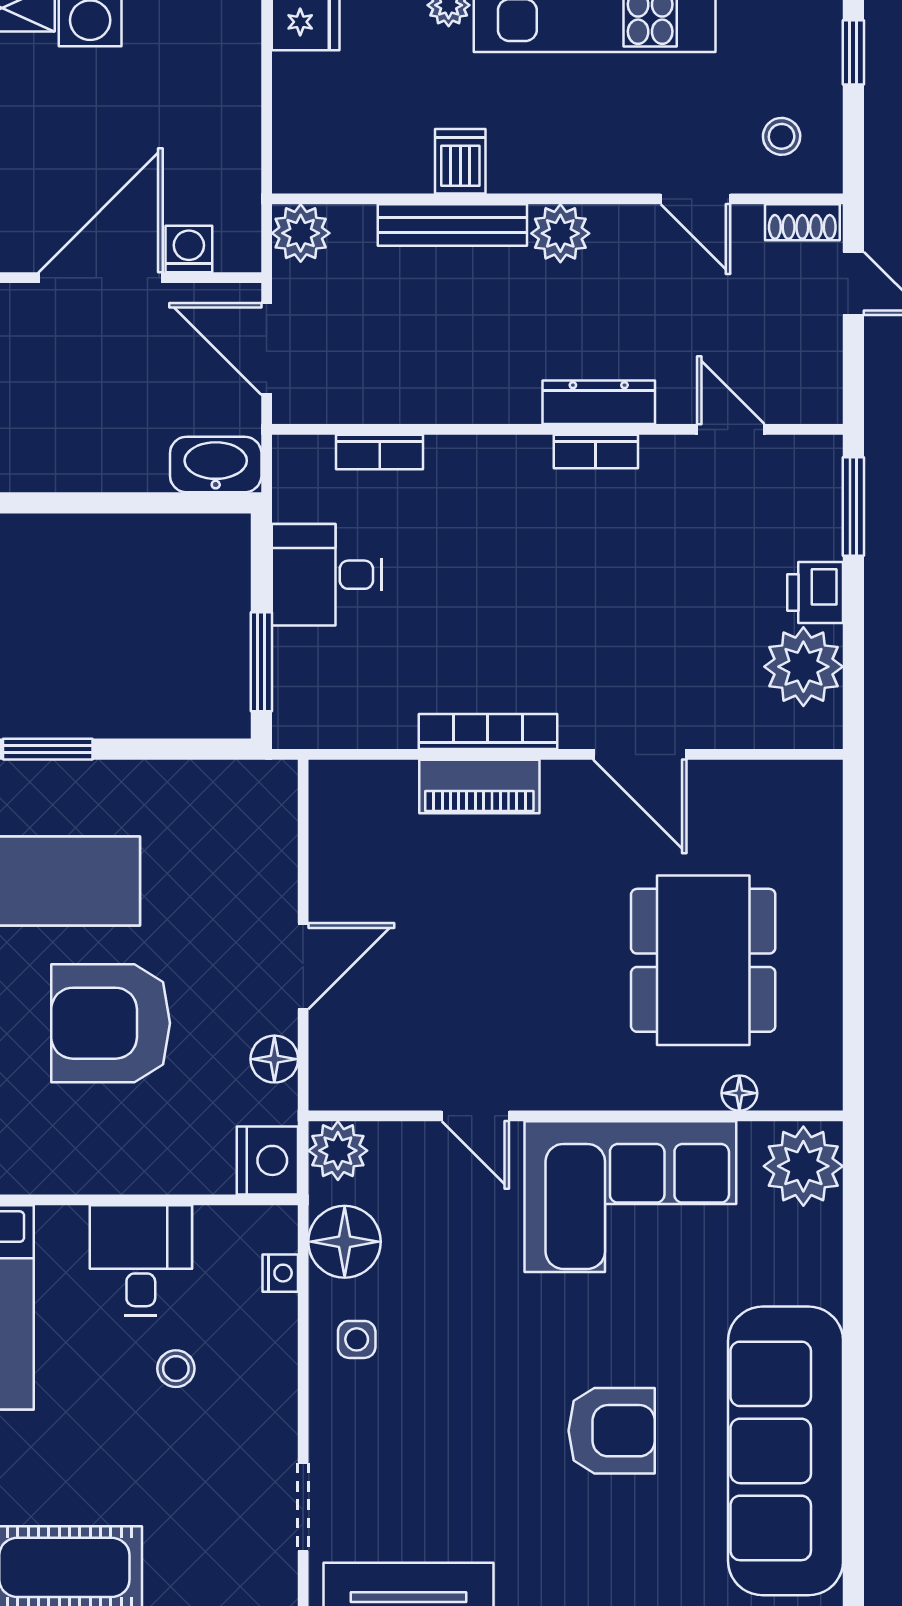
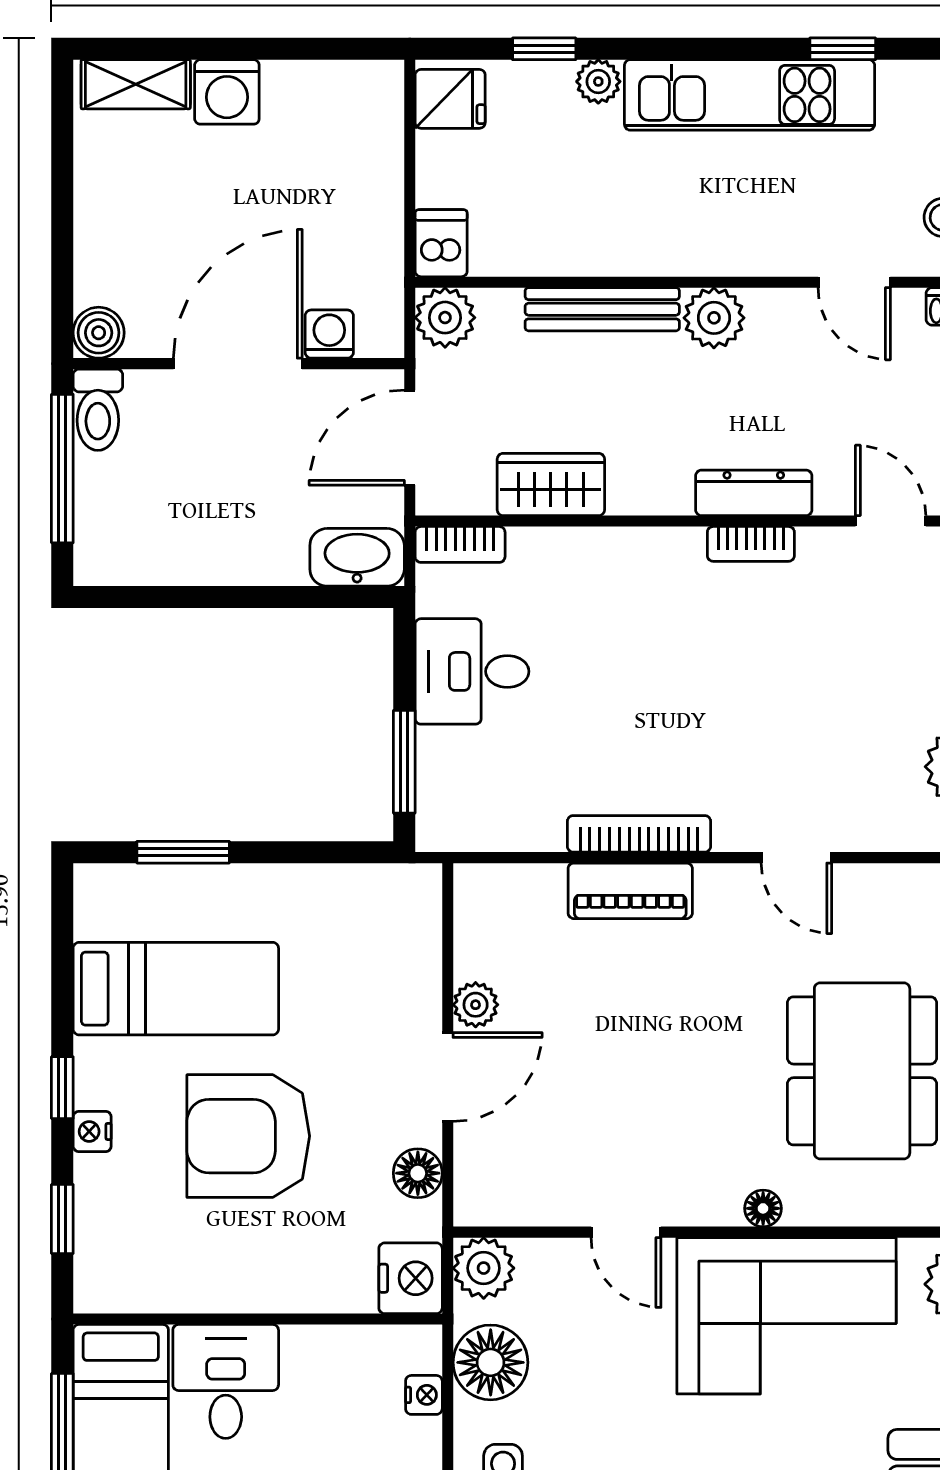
dishwasher: (460, 161) -> (441, 243), moved
door: (267, 349) -> (410, 438), hinge flipped
wardrobe: (403, 394) -> (551, 484), added
bookcase: (380, 452) -> (460, 544), moved
door: (640, 754) -> (796, 858), width x0.73
plant: (330, 896) -> (476, 1005), added
floor lamp: (739, 1093) -> (763, 1208), moved
desk: (141, 1260) -> (226, 1381), moved

